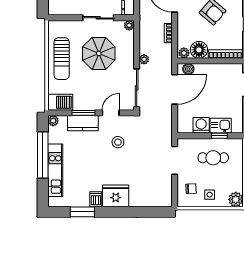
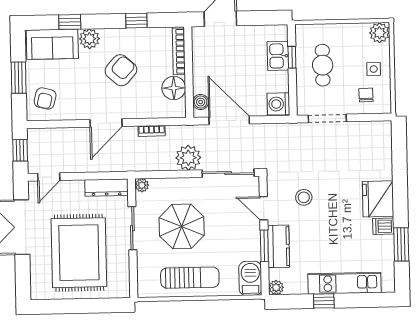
plant: (184, 53) -> (179, 109), removed
plant: (144, 59) -> (188, 158), width x1.88, depth x1.88
washing machine: (201, 125) -> (278, 104), moved
window: (43, 155) -> (324, 301), width x0.32

